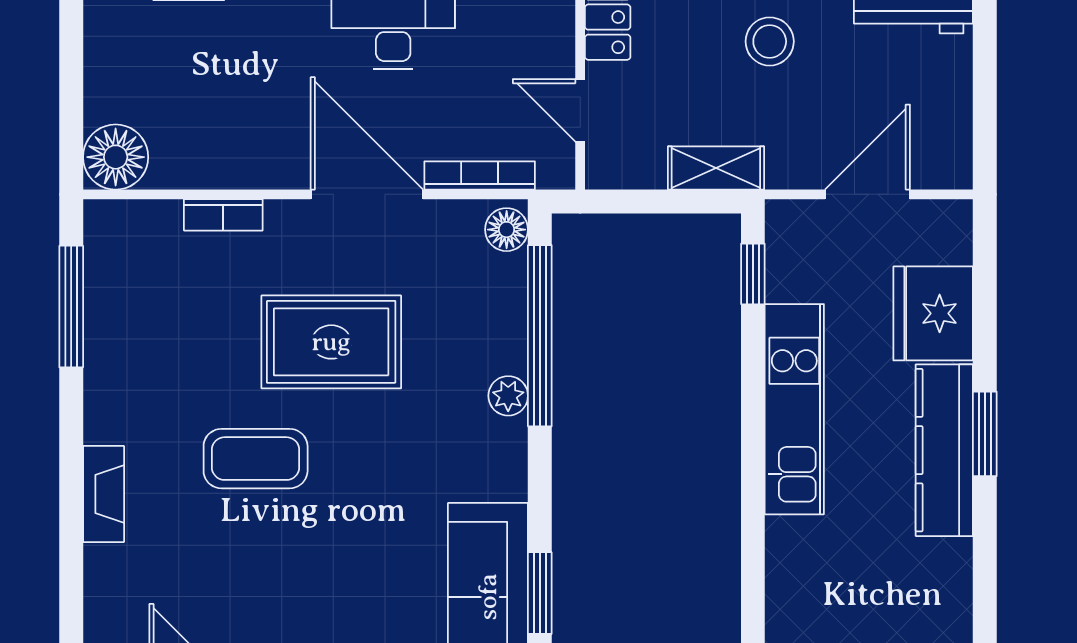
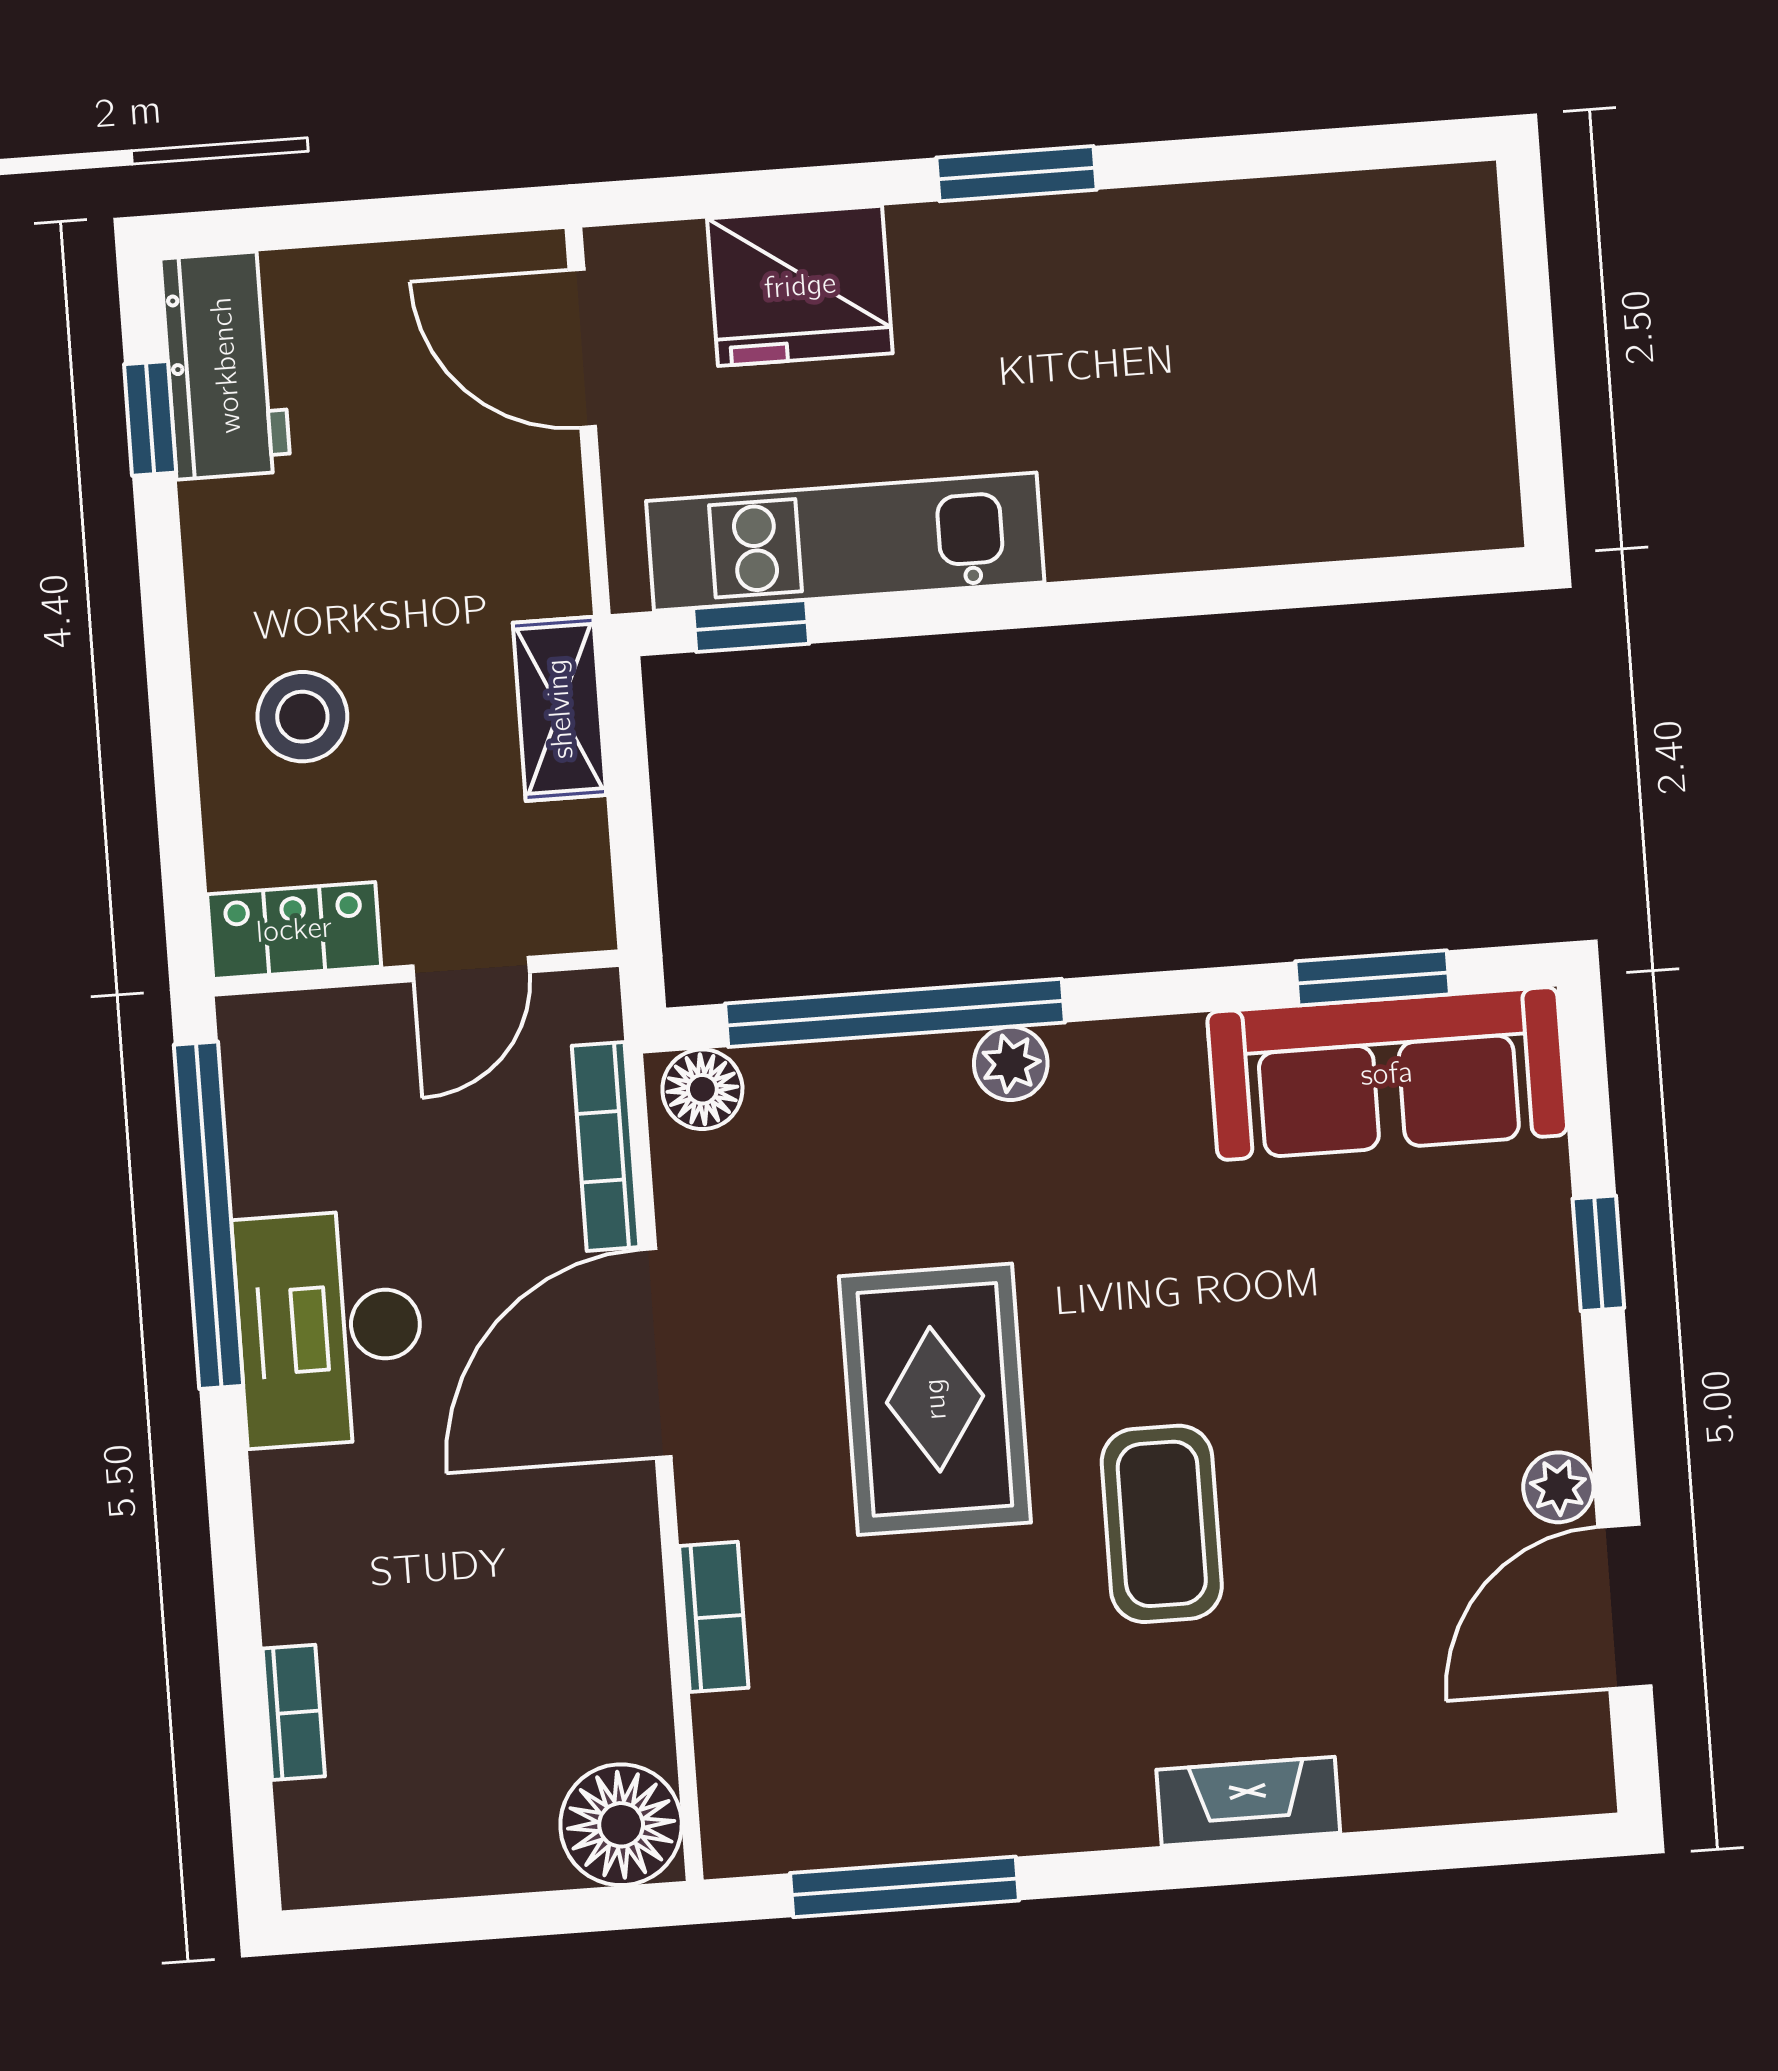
stool: (770, 41) -> (302, 717), moved
door: (867, 194) -> (582, 348), moved
kitchen unit: (794, 409) -> (845, 542), moved
kitchen counter: (944, 450) -> (1052, 246), removed

